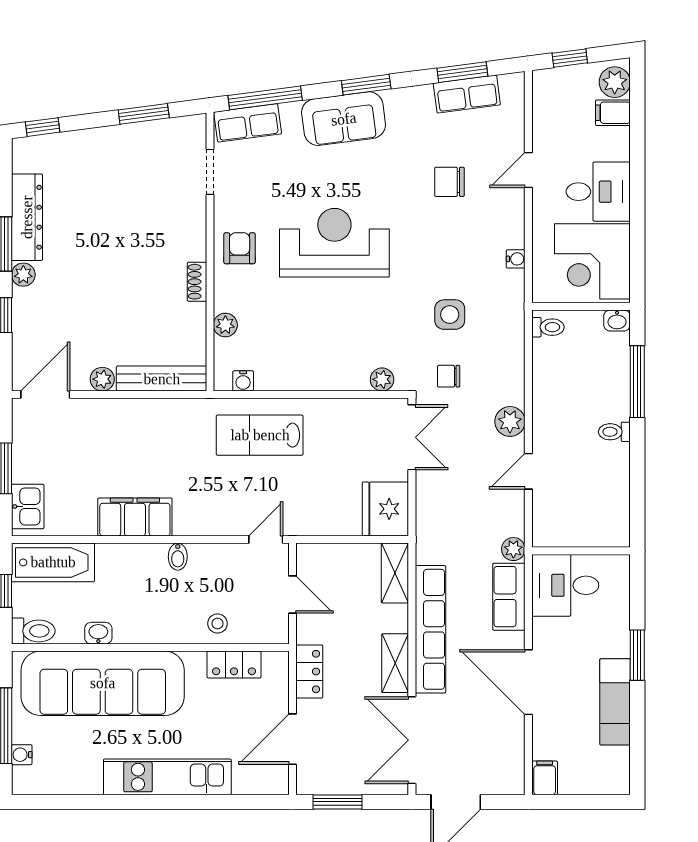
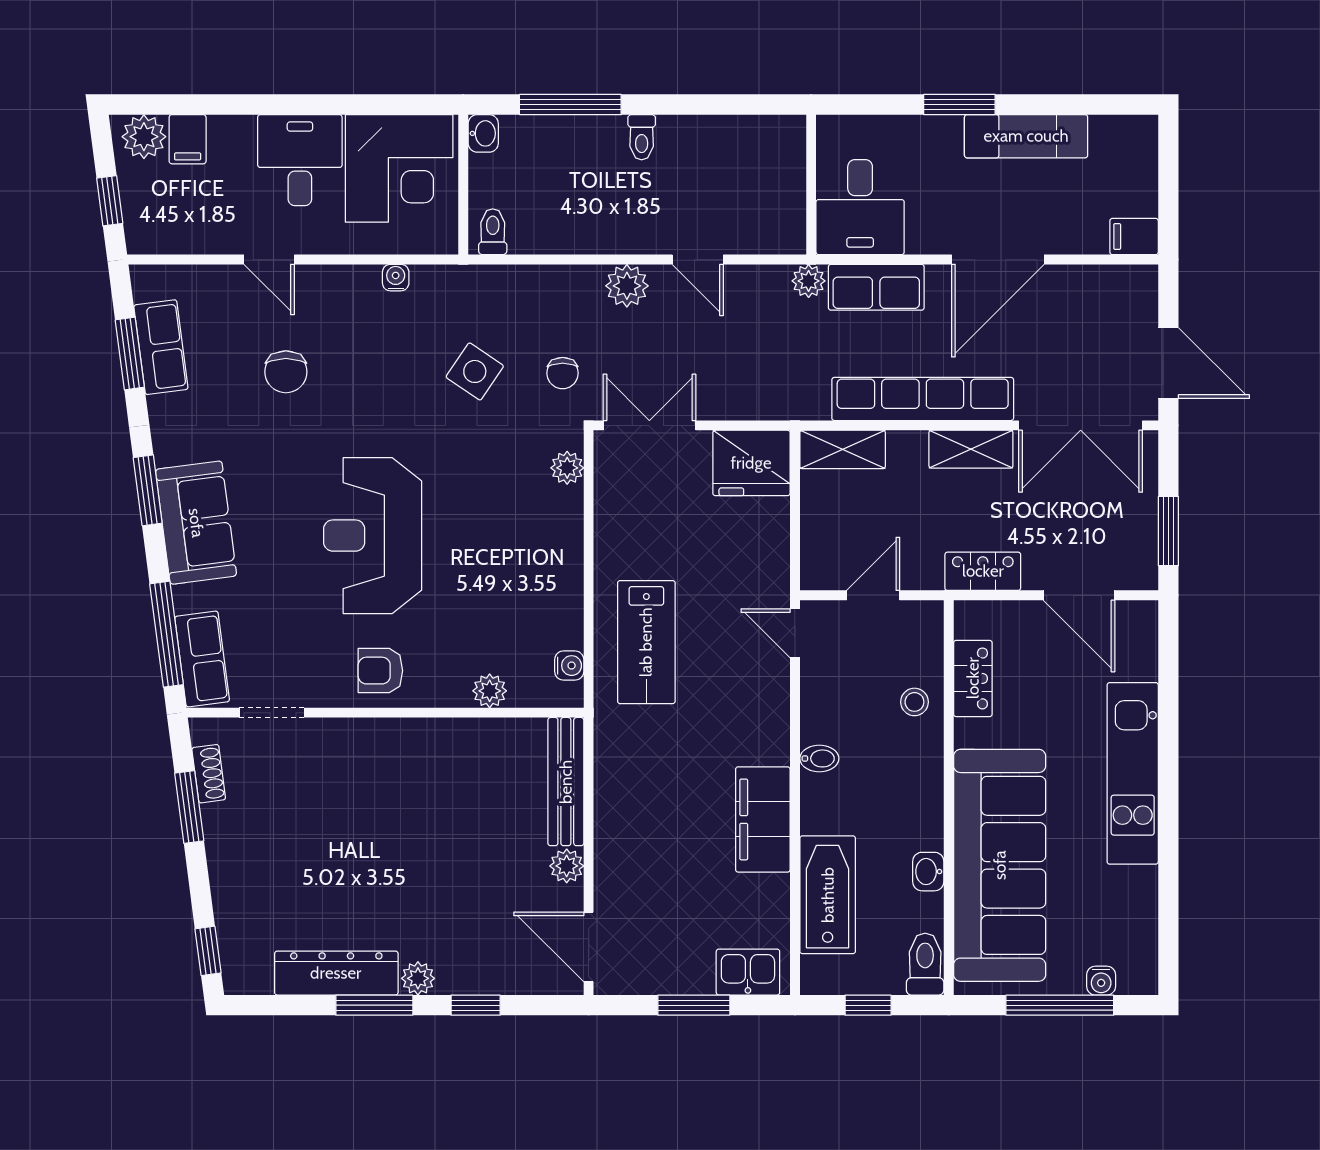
shoe rack: (197, 282) -> (209, 774), moved, turned -97
side table: (450, 315) -> (475, 371), turned 34
bathtub: (53, 562) -> (828, 895), moved

